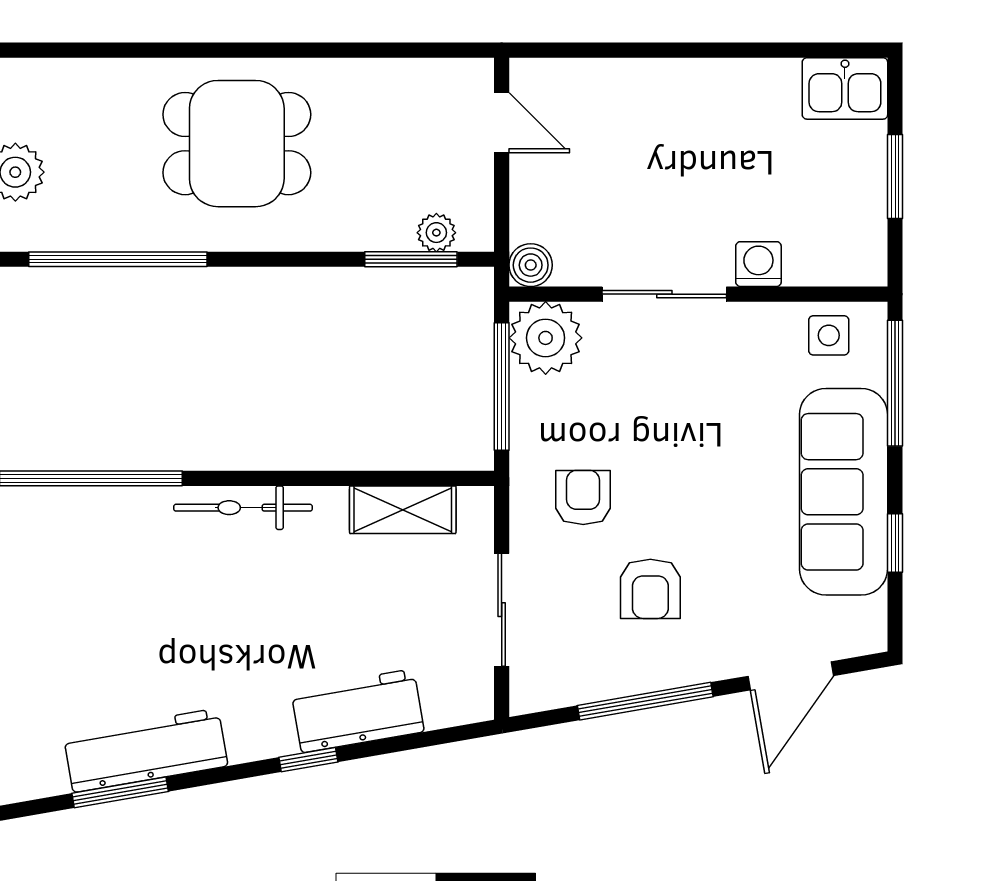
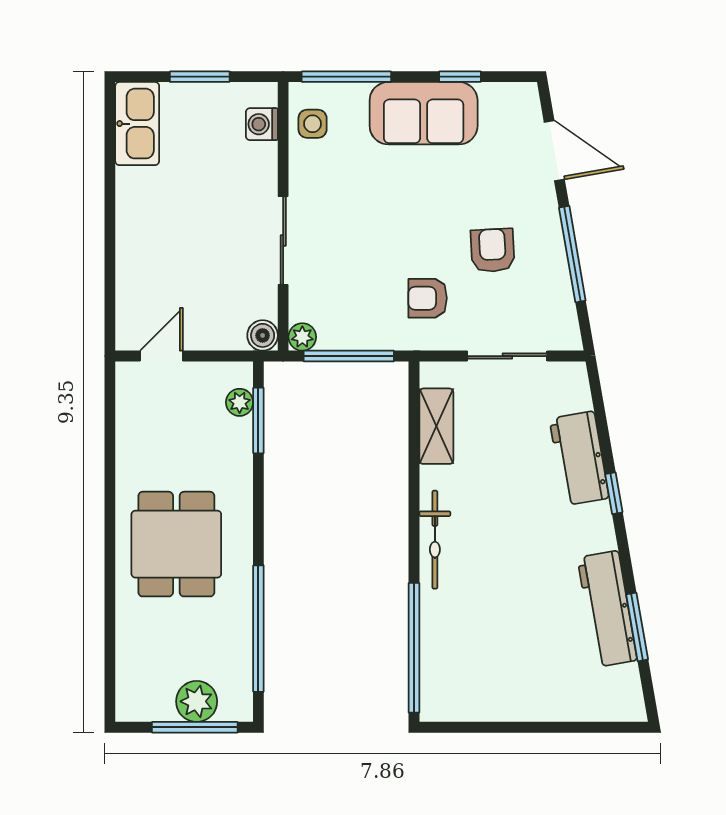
kitchen sink: (845, 88) -> (137, 124), width x1.38
washing machine: (758, 264) -> (262, 124), moved
plant: (546, 338) -> (302, 337), width x0.53, depth x0.53
sofa: (844, 492) -> (424, 113), width x0.73
armchair: (650, 589) -> (493, 250), turned -93

